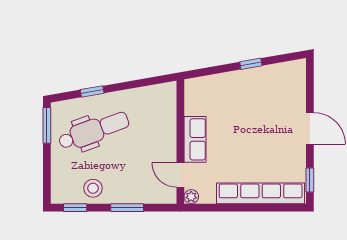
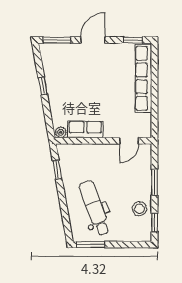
window: (310, 82) -> (57, 40), added
window: (92, 91) -> (57, 170), moved
row of seats: (195, 139) -> (85, 129), moved
plant: (191, 197) -> (61, 132), moved

